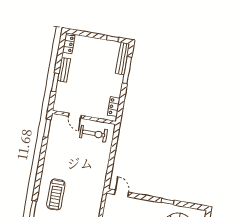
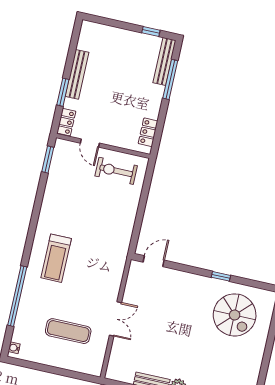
locker: (69, 44) -> (66, 122), moved
bench: (64, 70) -> (77, 74), width x1.36
exercise bike: (94, 134) -> (116, 171), turned 180
door: (122, 193) -> (154, 261), hinge flipped

